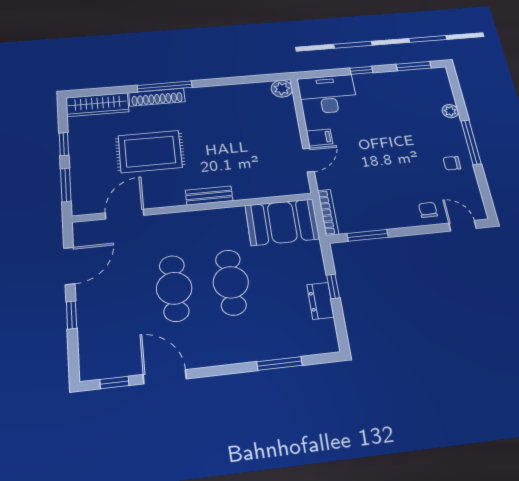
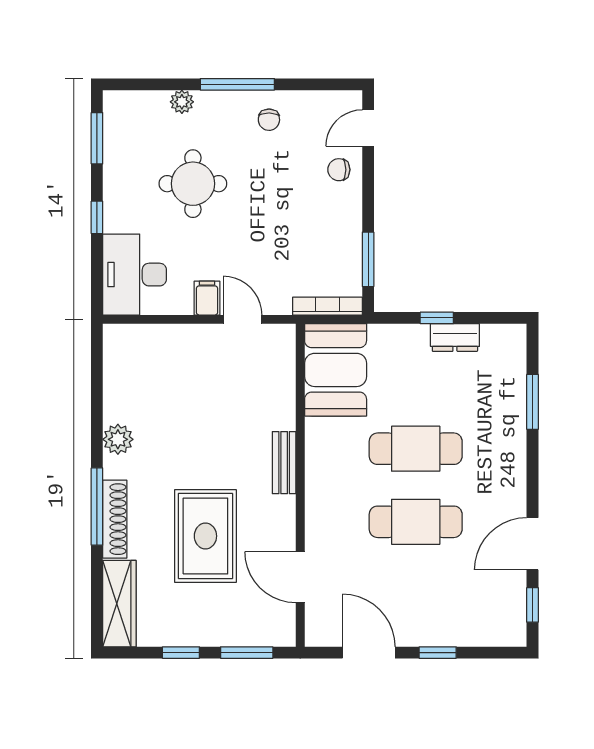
plant: (282, 89) -> (118, 439), moved
round table: (397, 122) -> (193, 184), added

